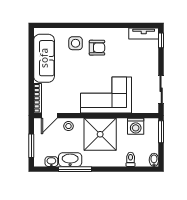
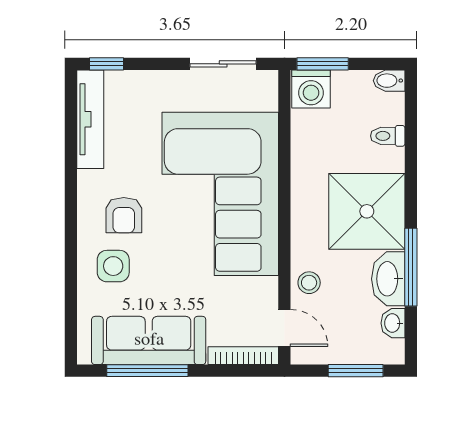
tv unit: (144, 34) -> (90, 119), width x1.41
armchair: (97, 48) -> (124, 215), turned 180
window: (31, 58) -> (147, 371), added
corner sofa: (106, 95) -> (220, 194), width x1.36, depth x1.36
washing machine: (136, 126) -> (311, 89), moved, turned 90
shower: (100, 134) -> (367, 211), moved

